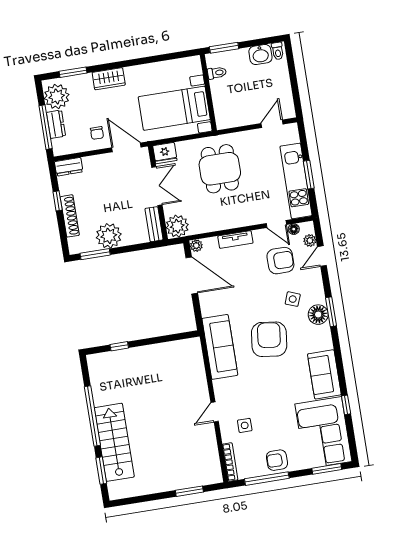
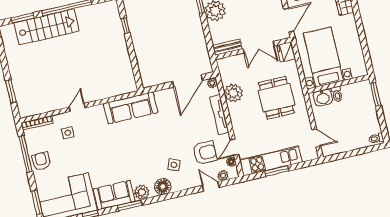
washbasin: (260, 55) -> (323, 98), moved, turned -90
toilet: (217, 73) -> (337, 94), moved
dining table: (220, 169) -> (276, 98), turned 90
plant: (177, 226) -> (233, 93), moved
tv unit: (235, 240) -> (219, 115), width x1.41
armchair: (280, 261) -> (205, 153), turned -90
window: (331, 312) -> (130, 205), moved
armchair: (269, 339) -> (140, 148), removed
plant: (323, 341) -> (142, 192), added
door: (215, 412) -> (77, 107), hinge flipped

